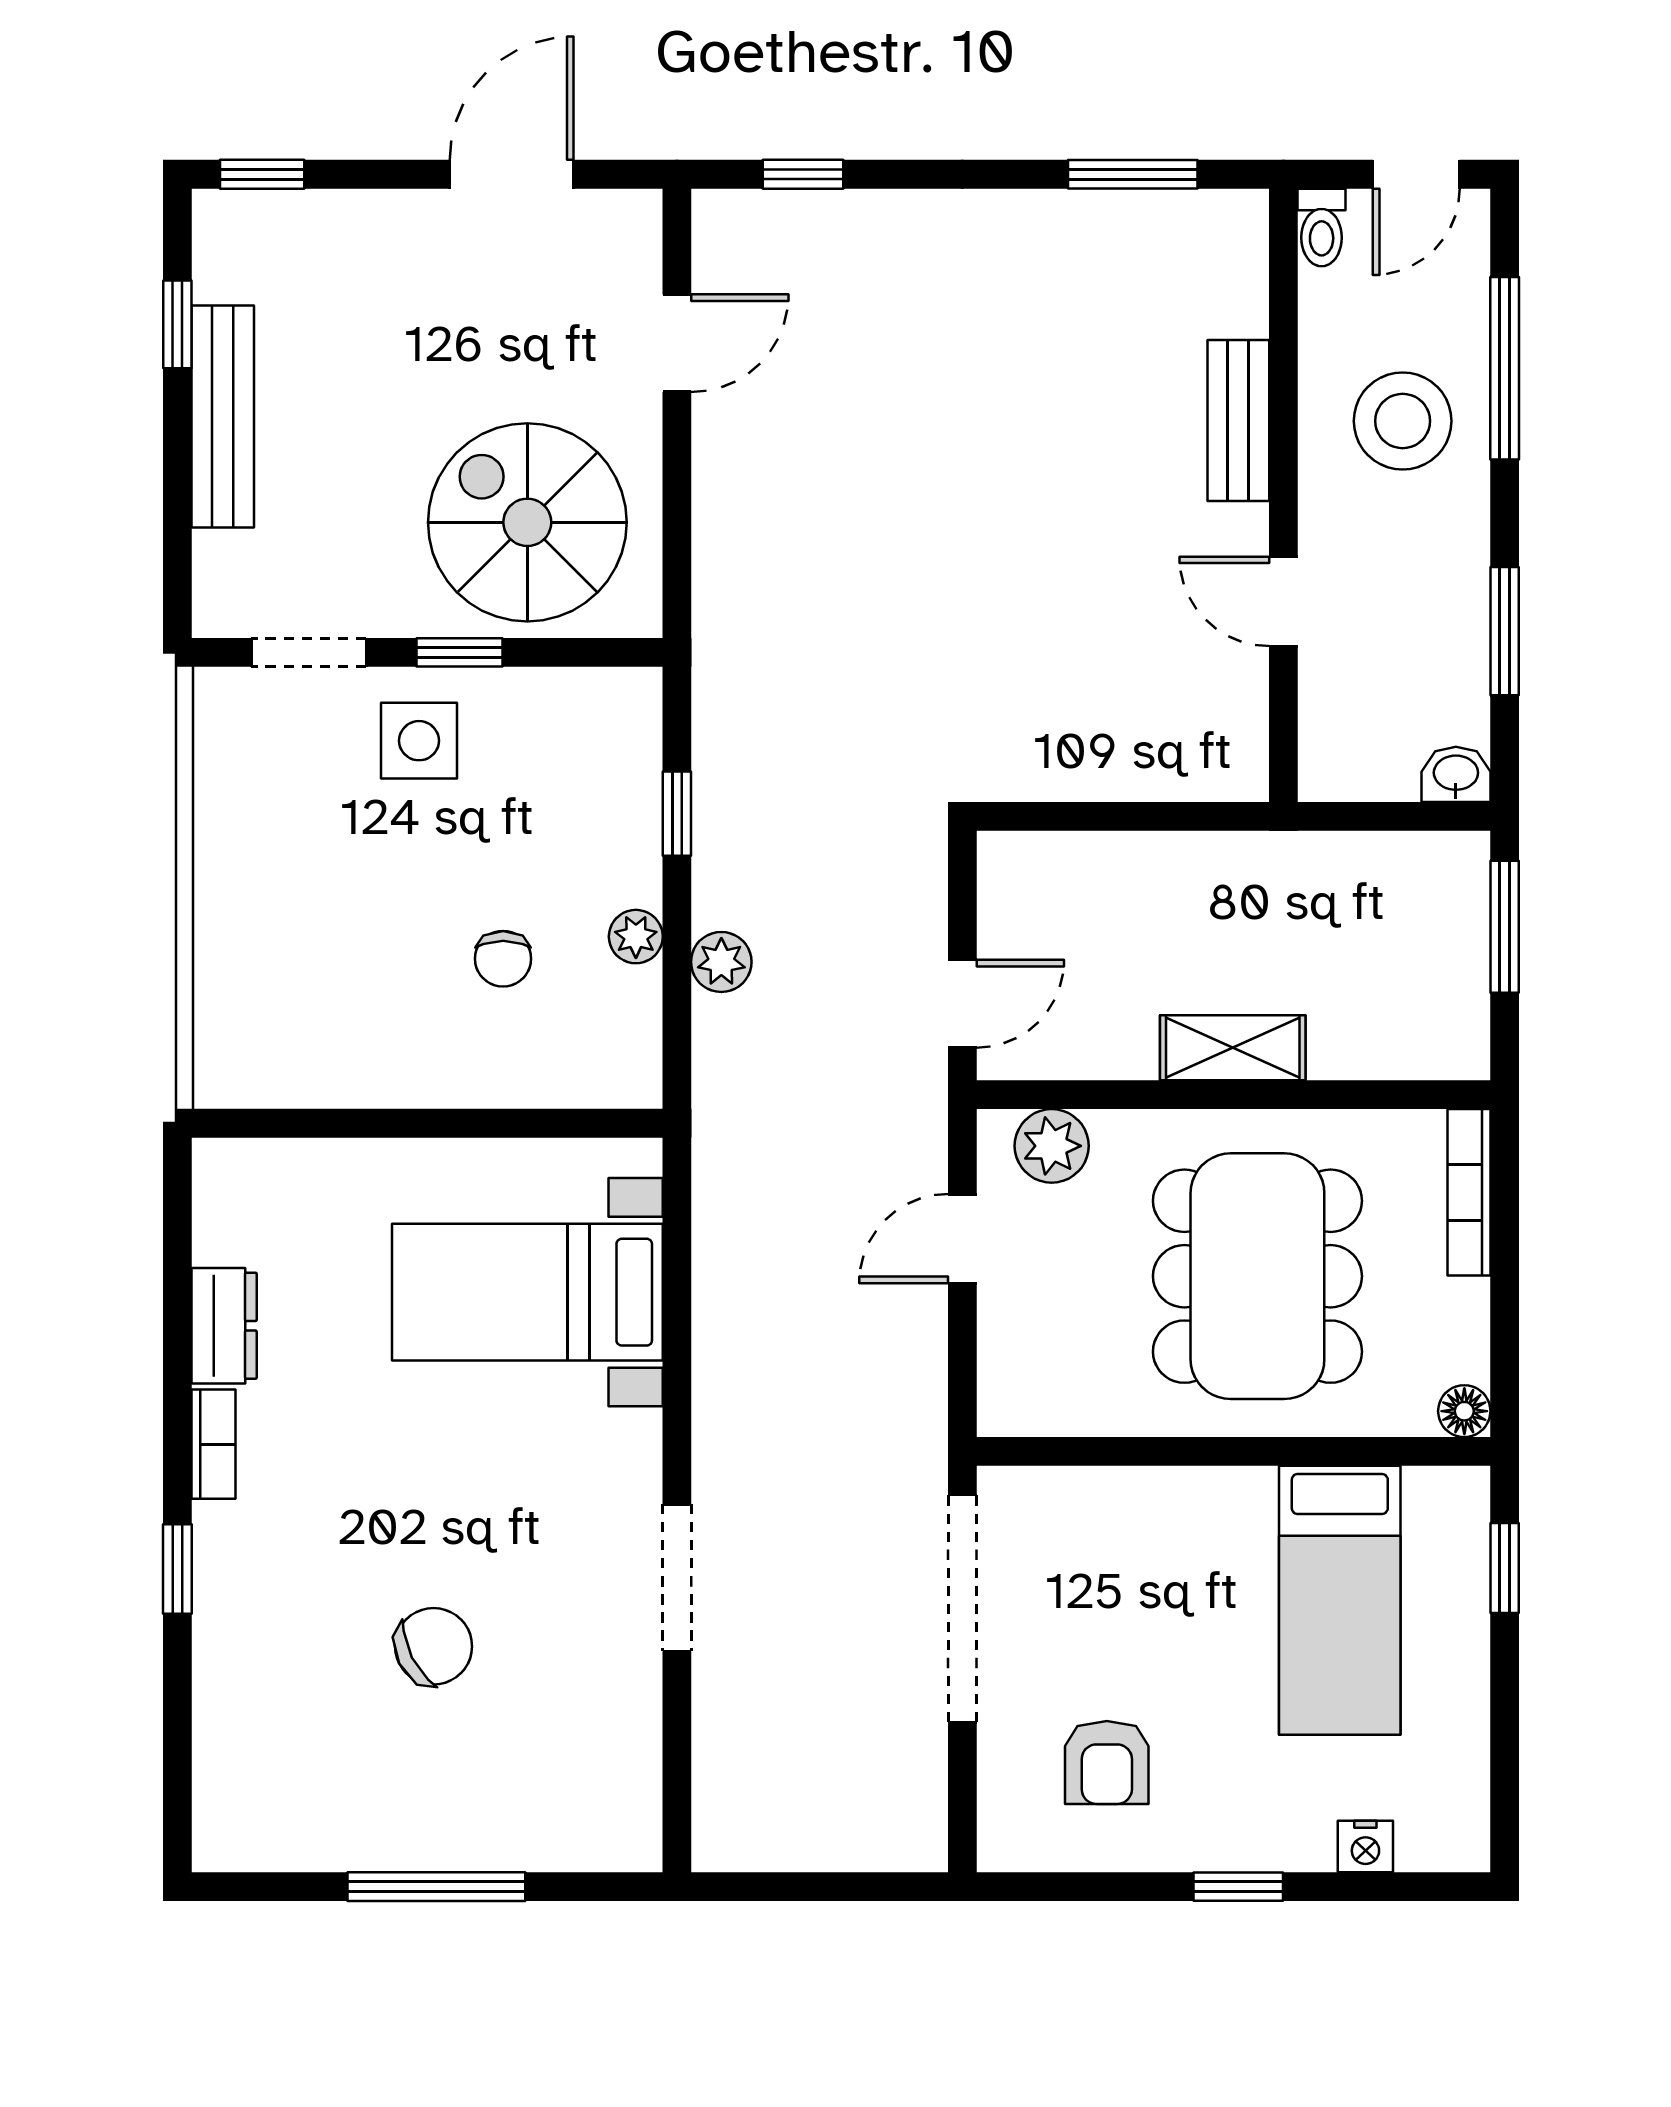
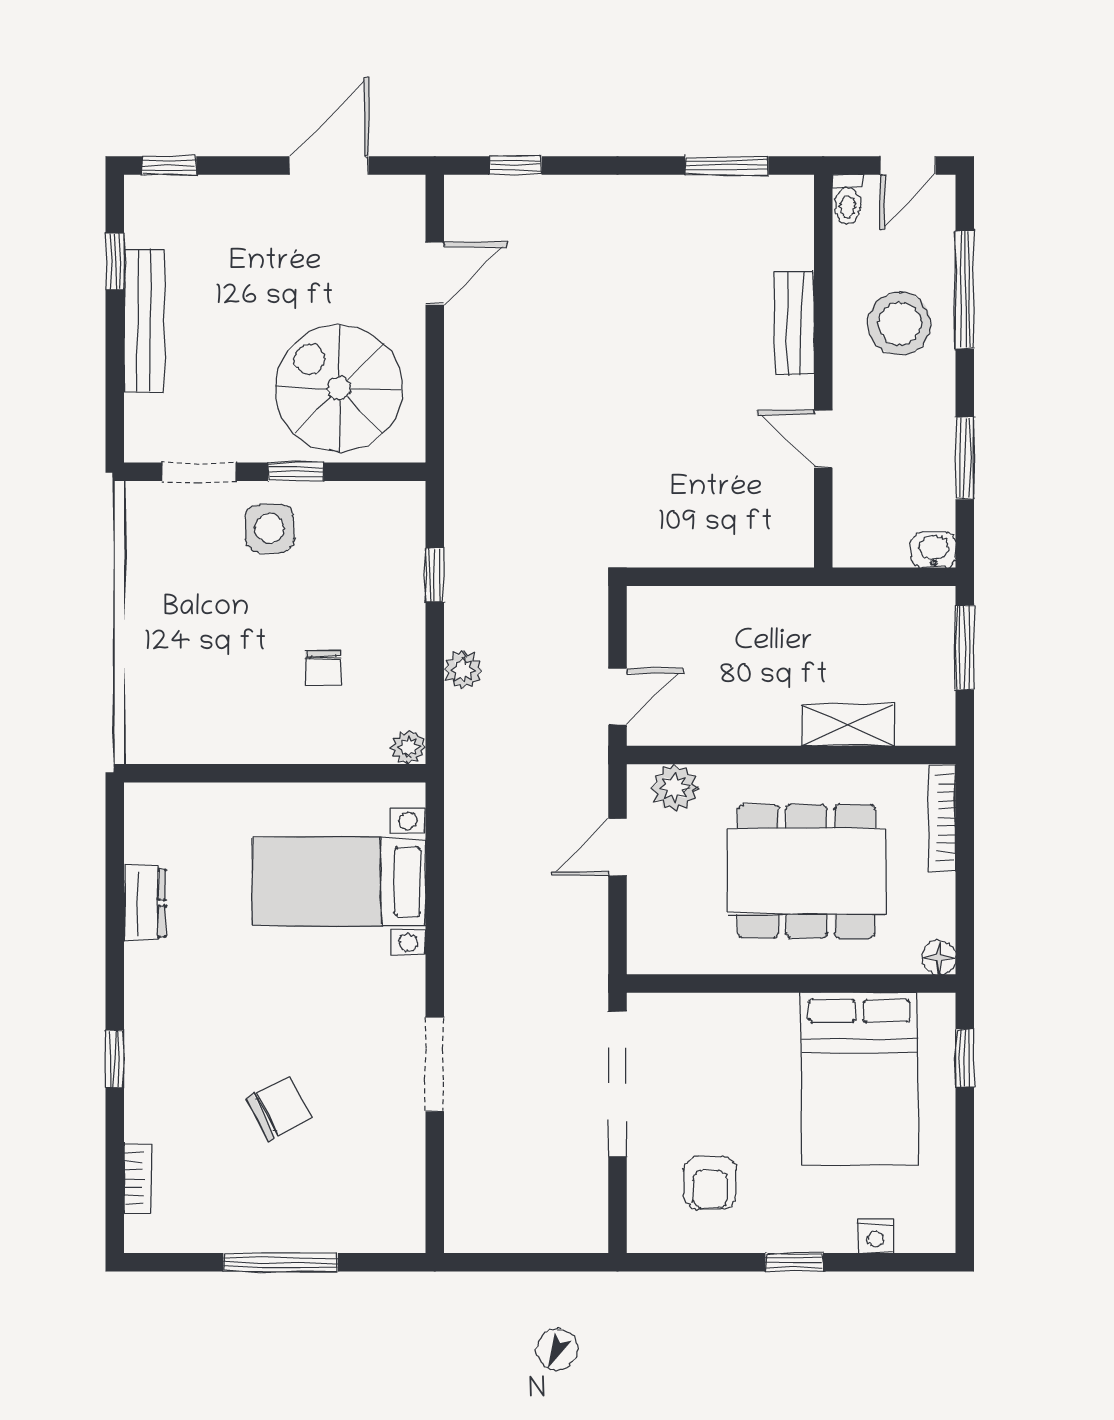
plant: (636, 937) -> (408, 747), moved
shelving: (1233, 1048) -> (848, 725), moved
dining table: (1257, 1276) -> (807, 871), turned 90
bookcase: (214, 1444) -> (138, 1179), moved
bed: (1340, 1600) -> (859, 1079), width x1.50

